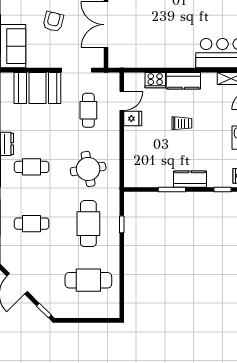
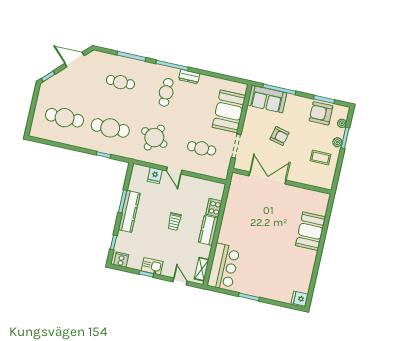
door: (122, 101) -> (174, 171), moved
fridge: (133, 119) -> (155, 176), moved
round table: (88, 169) -> (154, 138), turned 33
kitchen counter: (190, 179) -> (129, 211), width x1.50
cafe table: (32, 224) -> (120, 82), turned 90
cafe table: (88, 280) -> (65, 118), turned 90

